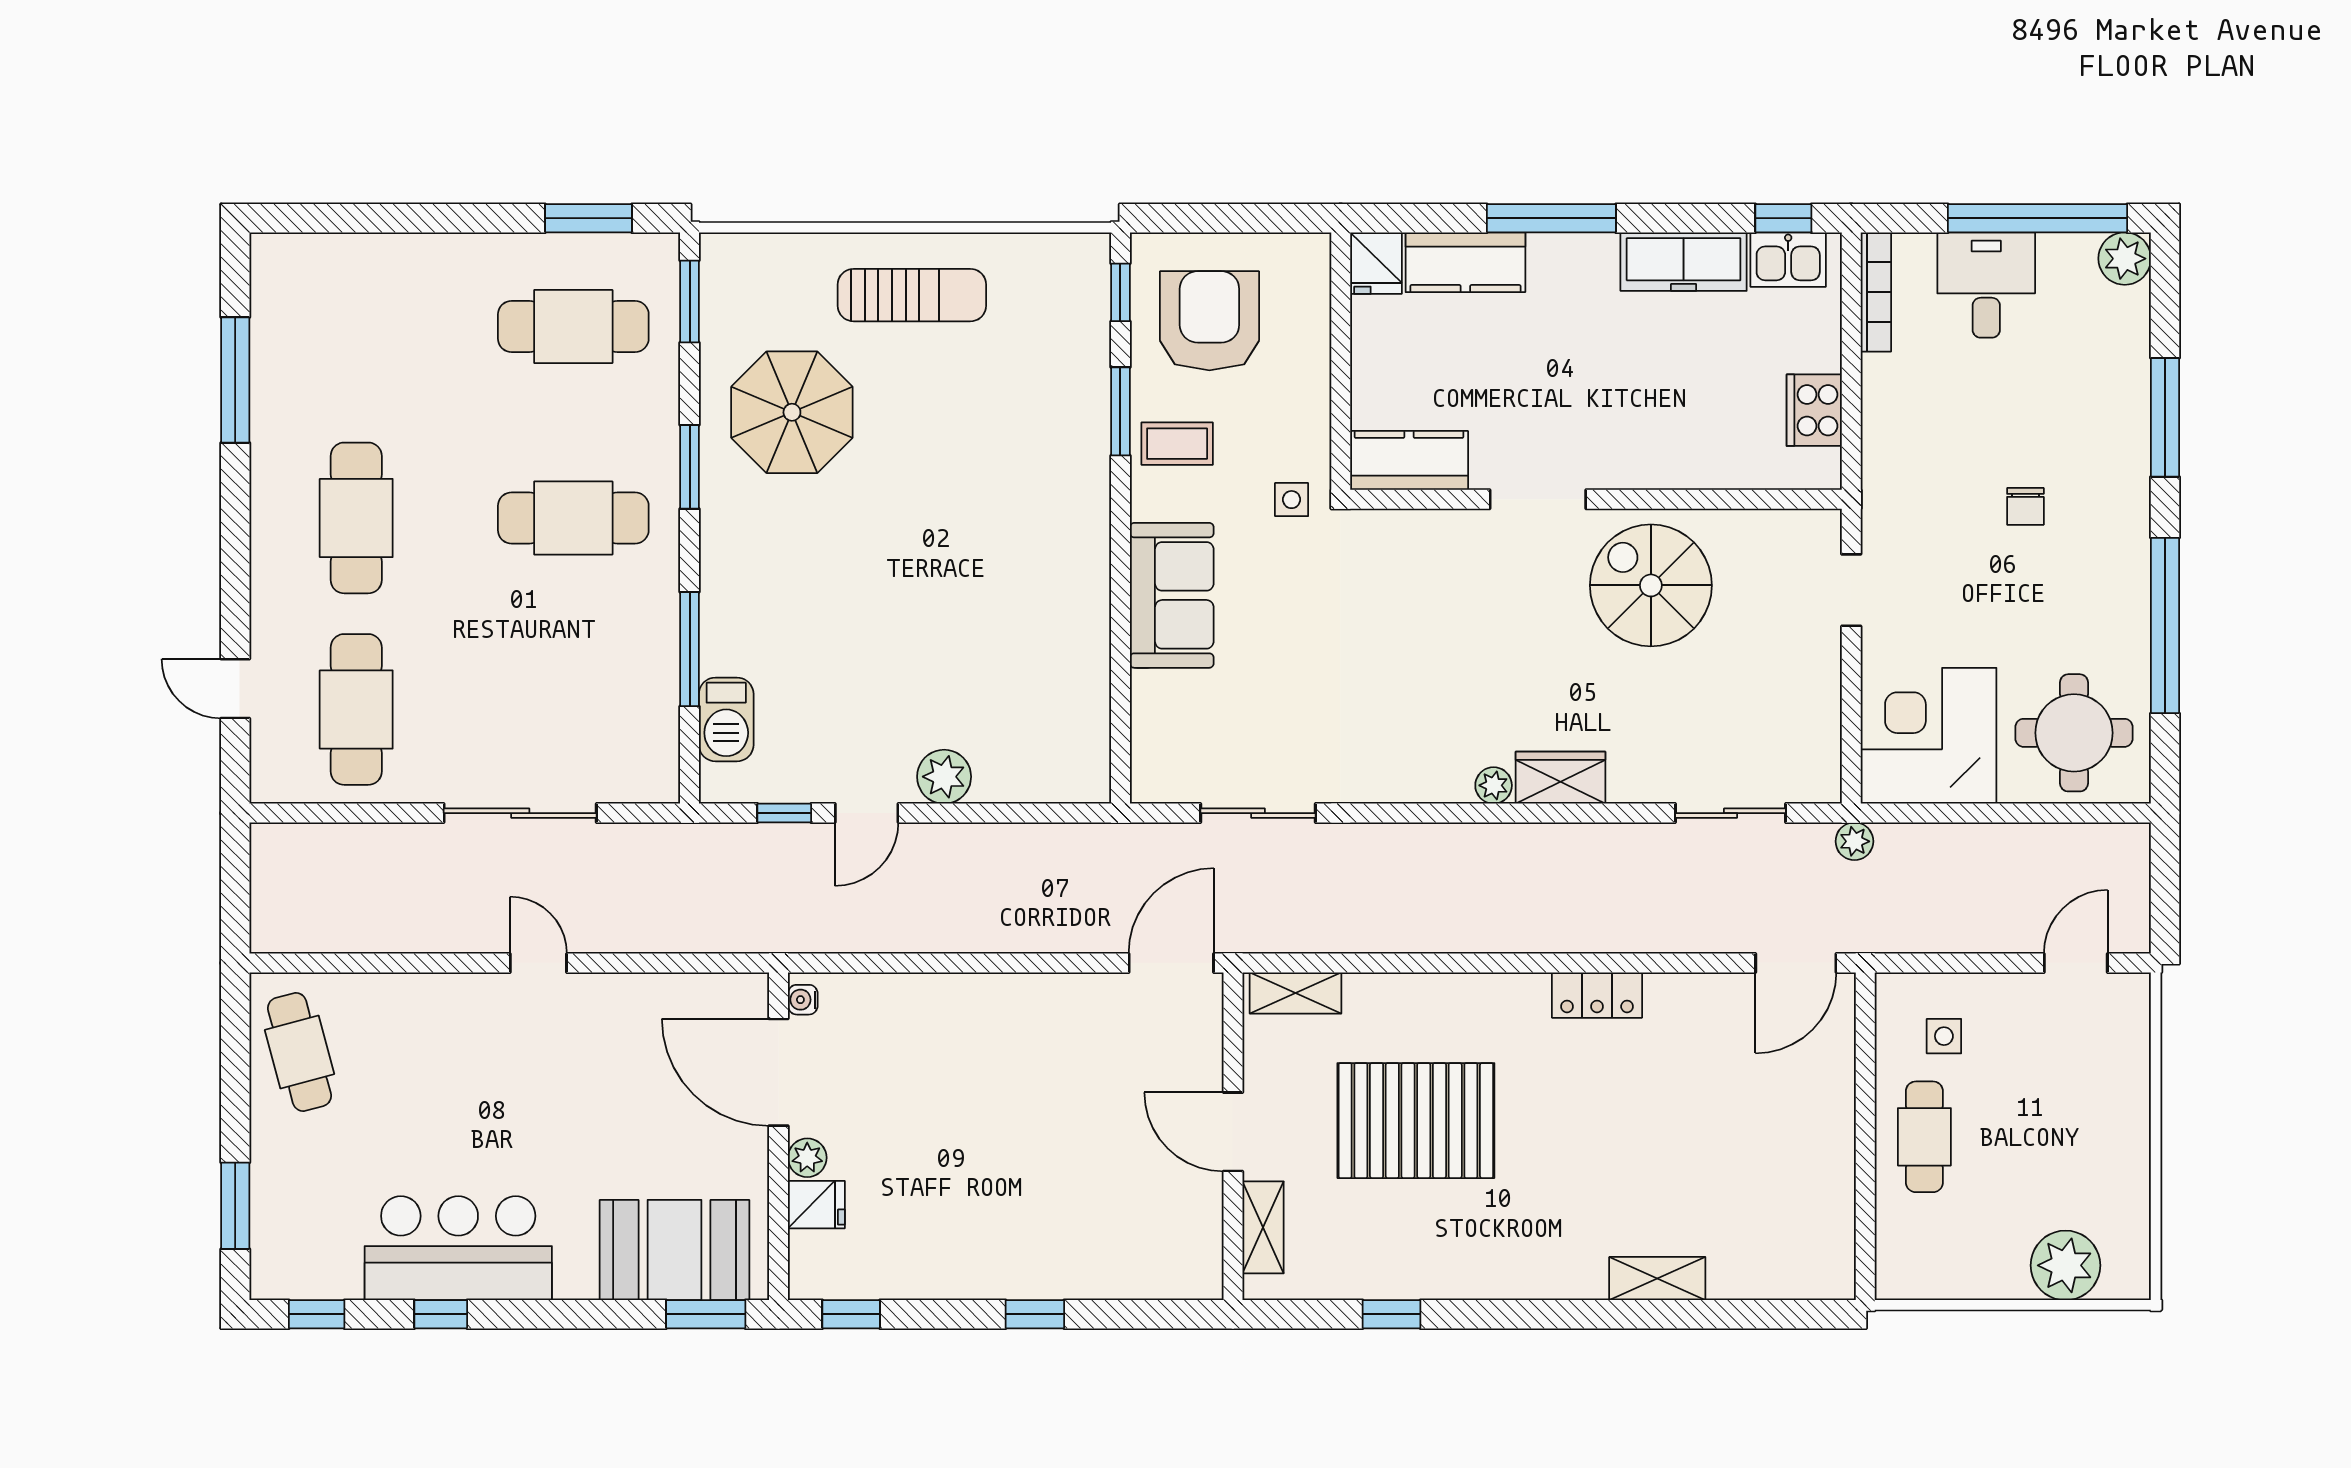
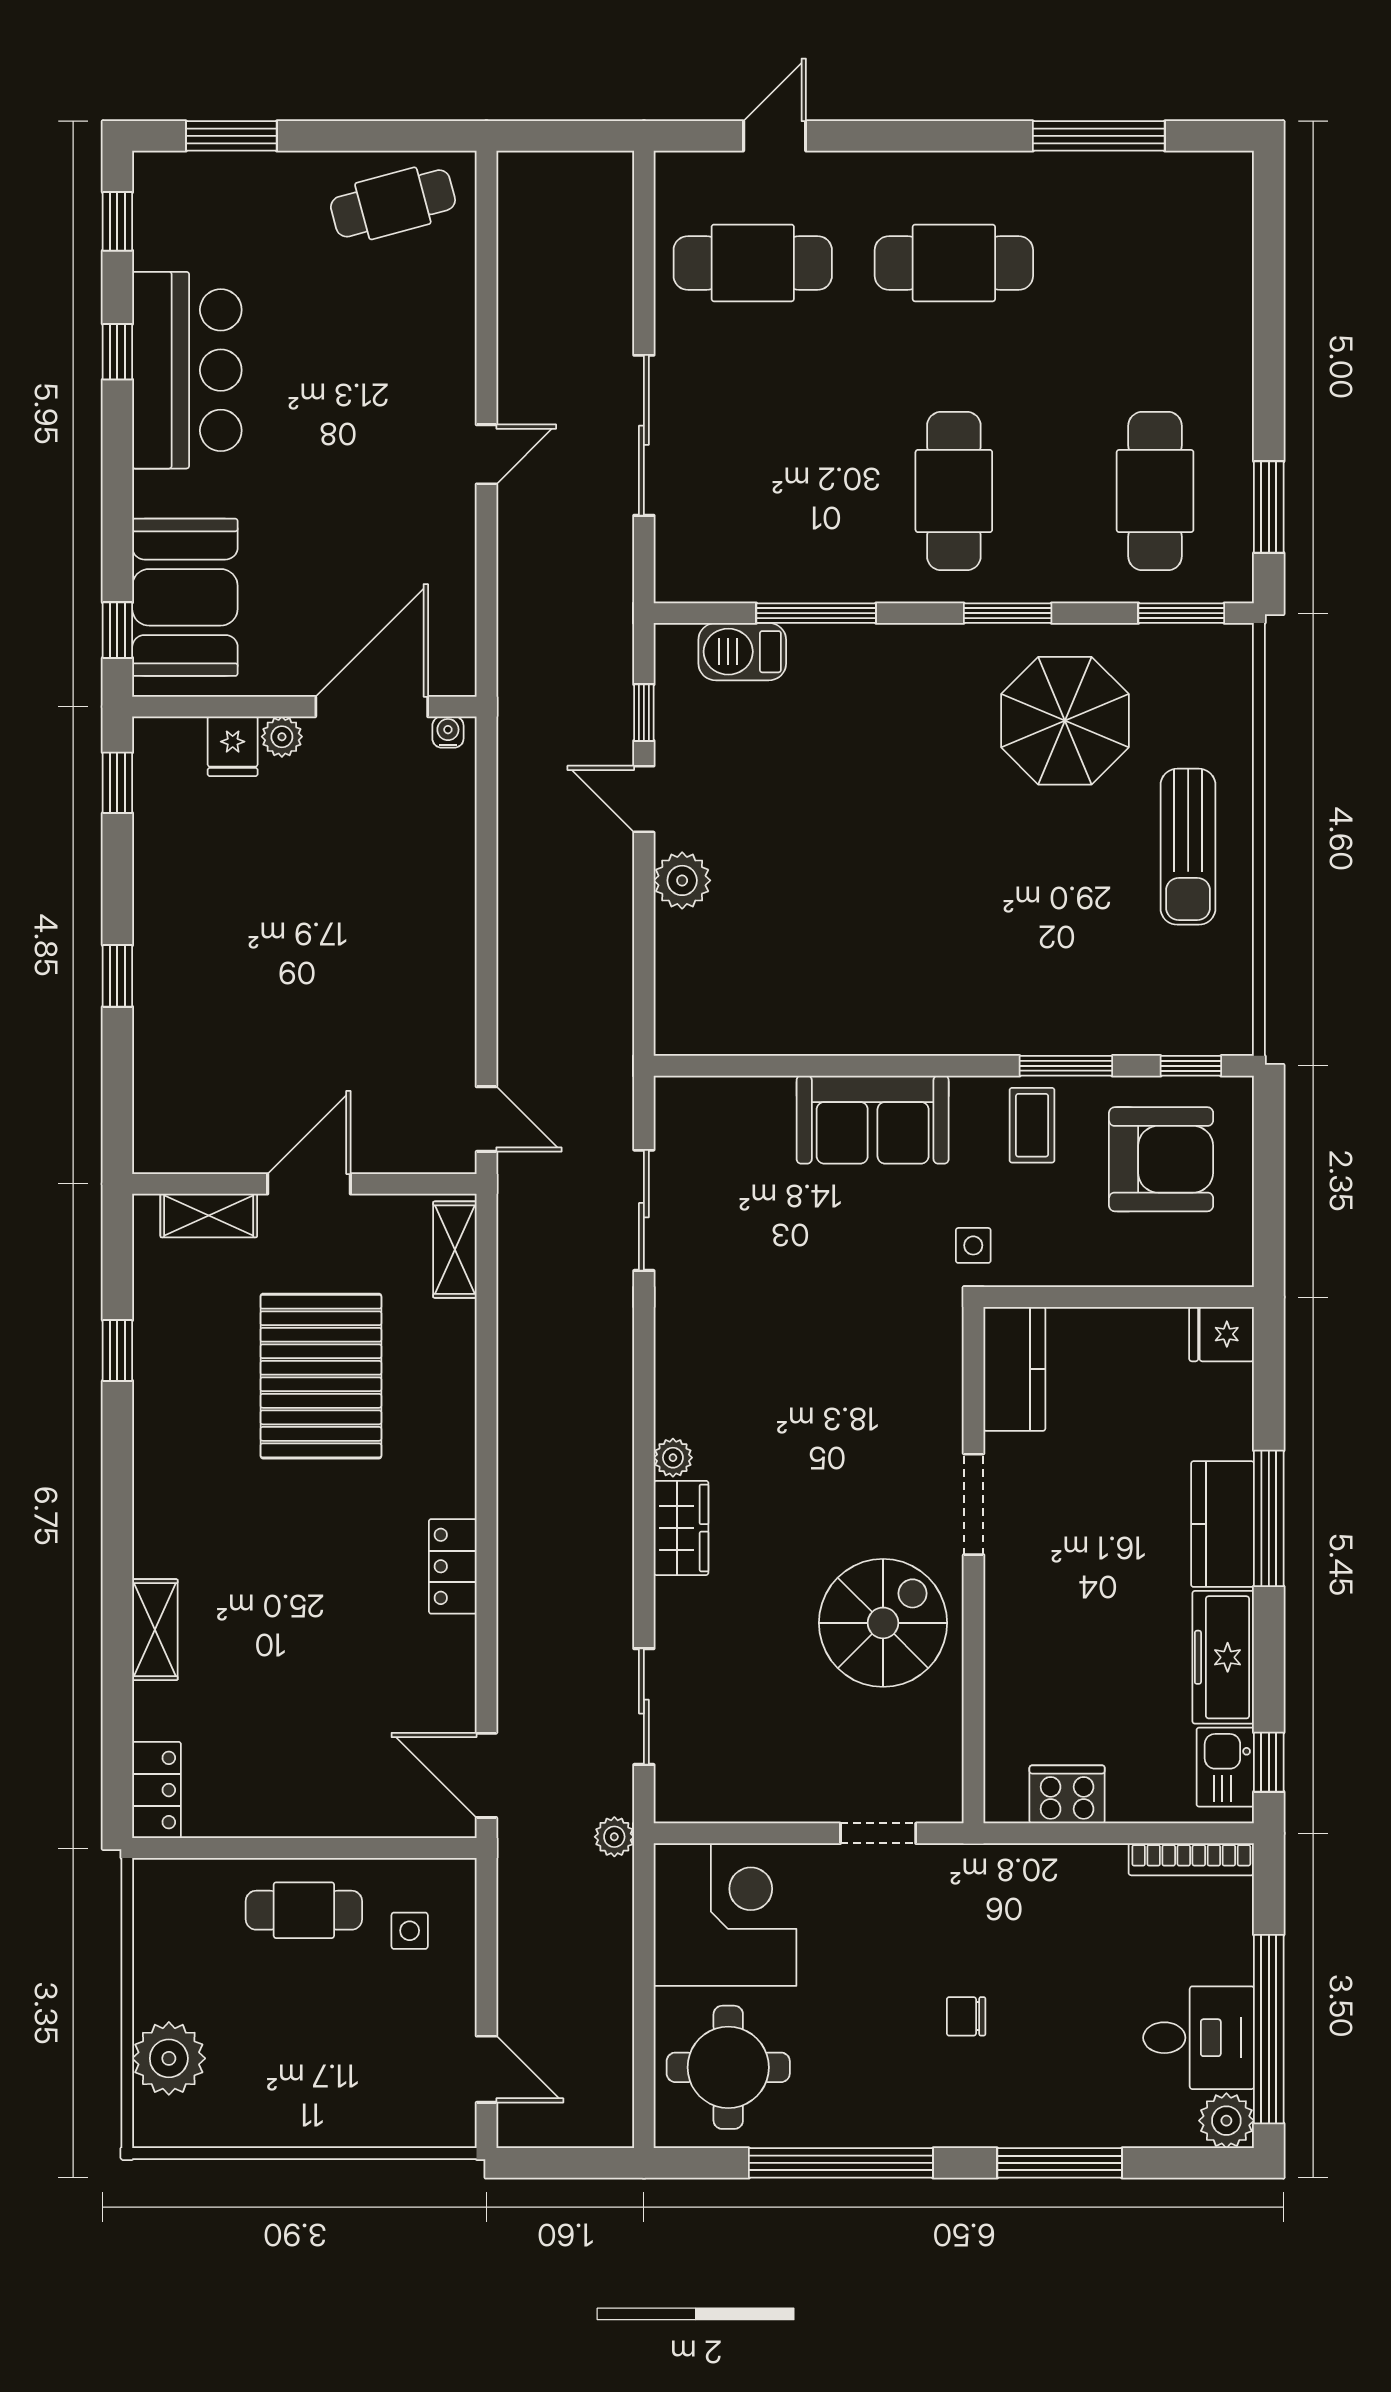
kitchen counter: (1465, 262) -> (1223, 1524), moved
desk: (1986, 285) -> (1199, 2038), moved
door: (1171, 963) -> (486, 1119), width x0.73
locker: (1810, 1277) -> (157, 1790), added
window: (706, 1314) -> (117, 630), width x0.67

